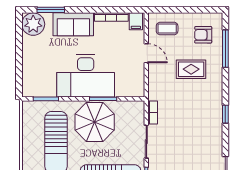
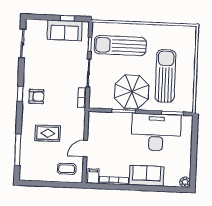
window: (51, 10) -> (165, 189), removed
plant: (33, 24) -> (185, 182), width x0.53, depth x0.53
armchair: (203, 35) -> (36, 97), moved
door: (146, 53) -> (85, 148), hinge flipped
desk: (86, 76) -> (156, 132), moved

